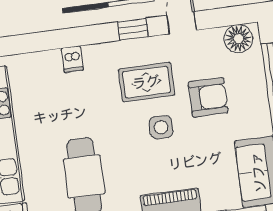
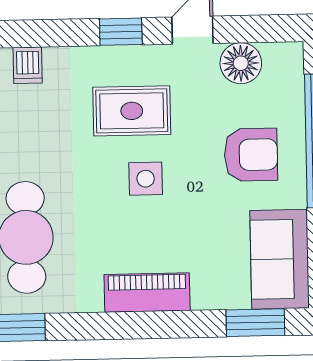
floor lamp: (238, 39) -> (241, 63), moved
armchair: (208, 97) -> (251, 155), moved

